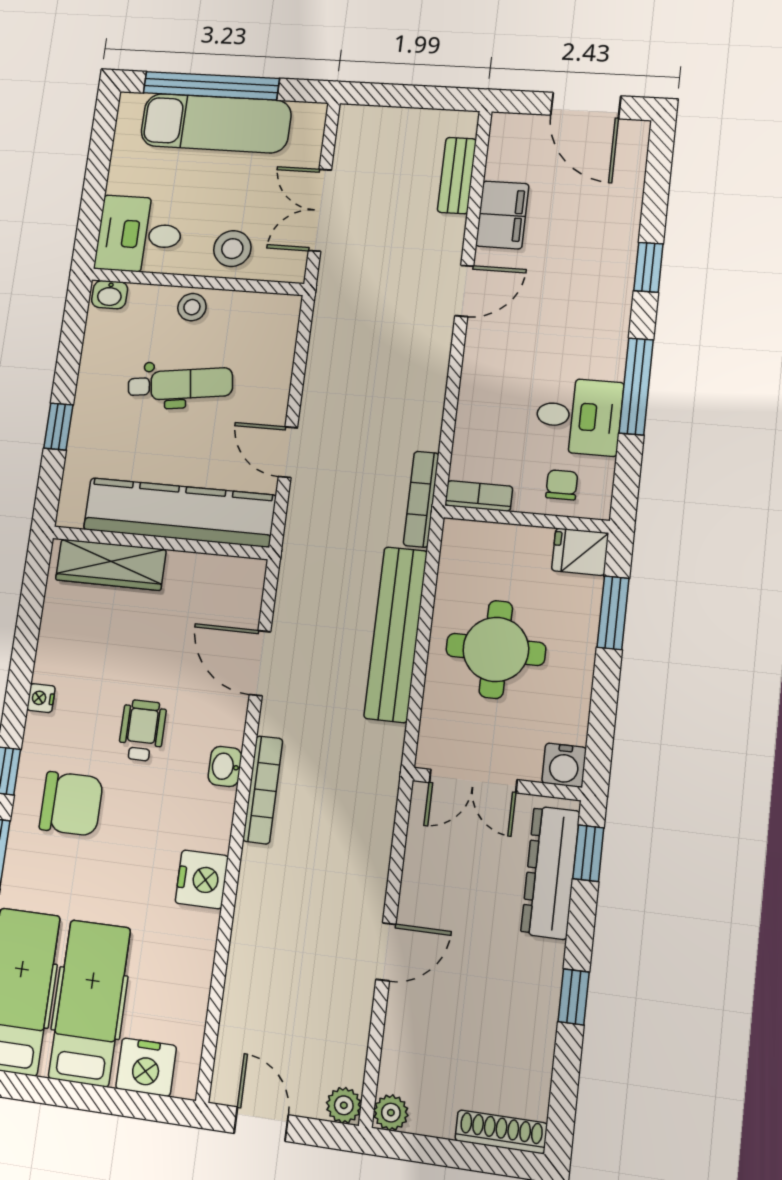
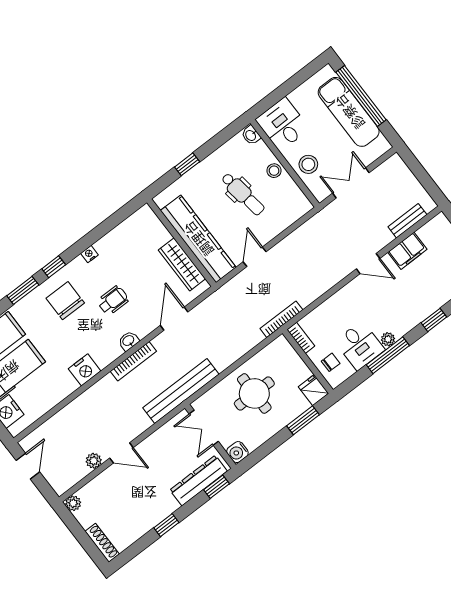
plant: (611, 364) -> (388, 339), added
wardrobe: (111, 565) -> (182, 264), moved
bench: (396, 634) -> (181, 391), moved
chair: (71, 804) -> (65, 301), turned 180
plant: (344, 1105) -> (94, 461), moved

